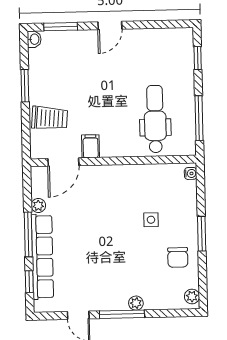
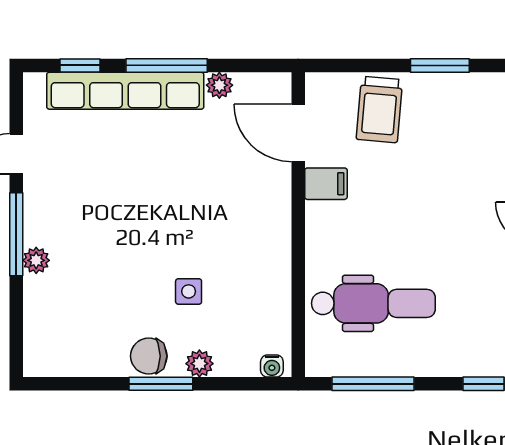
chair: (178, 257) -> (149, 356), moved
plant: (192, 296) -> (199, 364), moved

